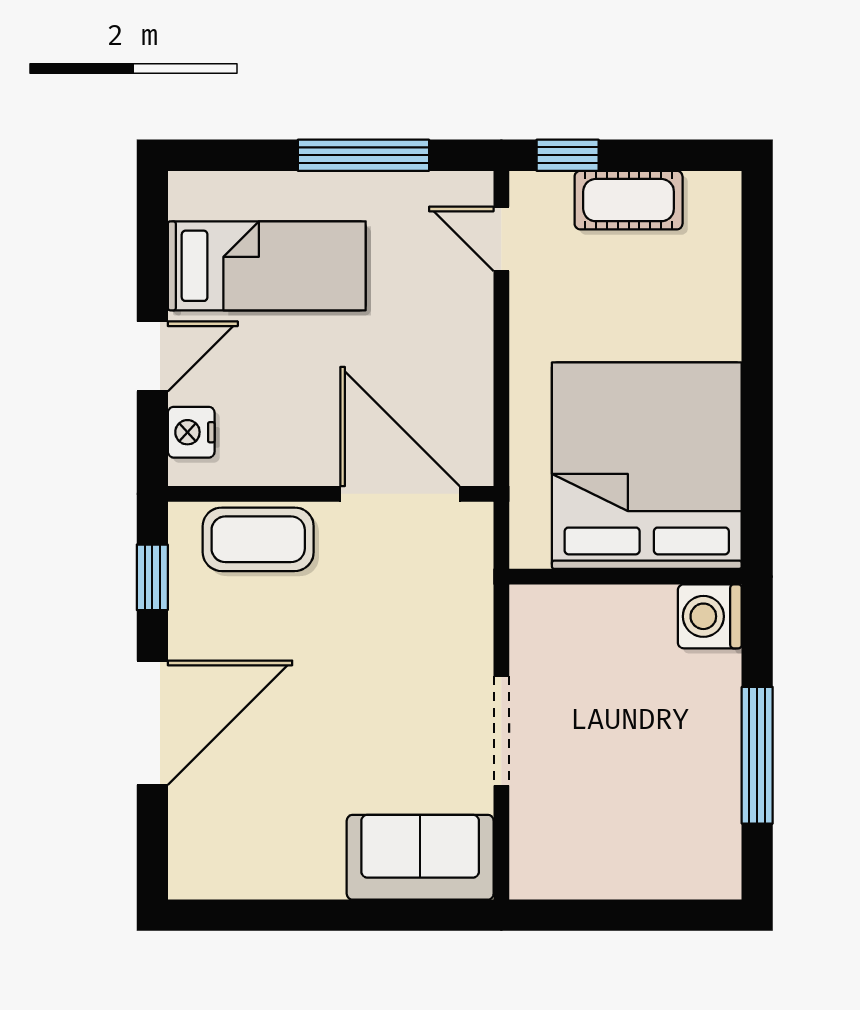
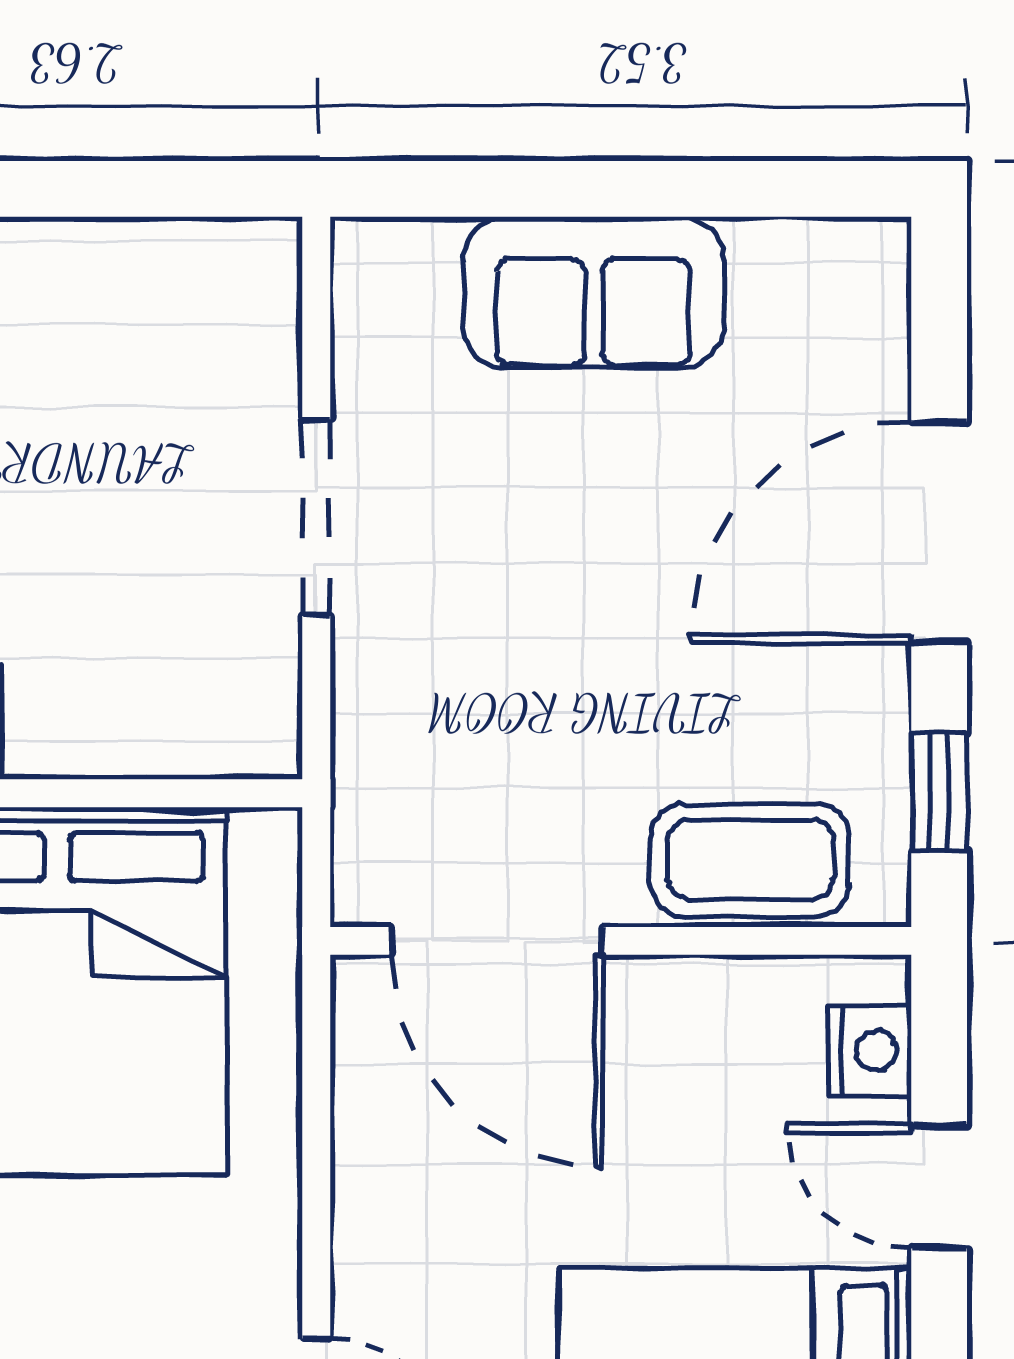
door: (152, 356) -> (939, 1186), hinge flipped
sofa: (420, 857) -> (593, 292), moved

